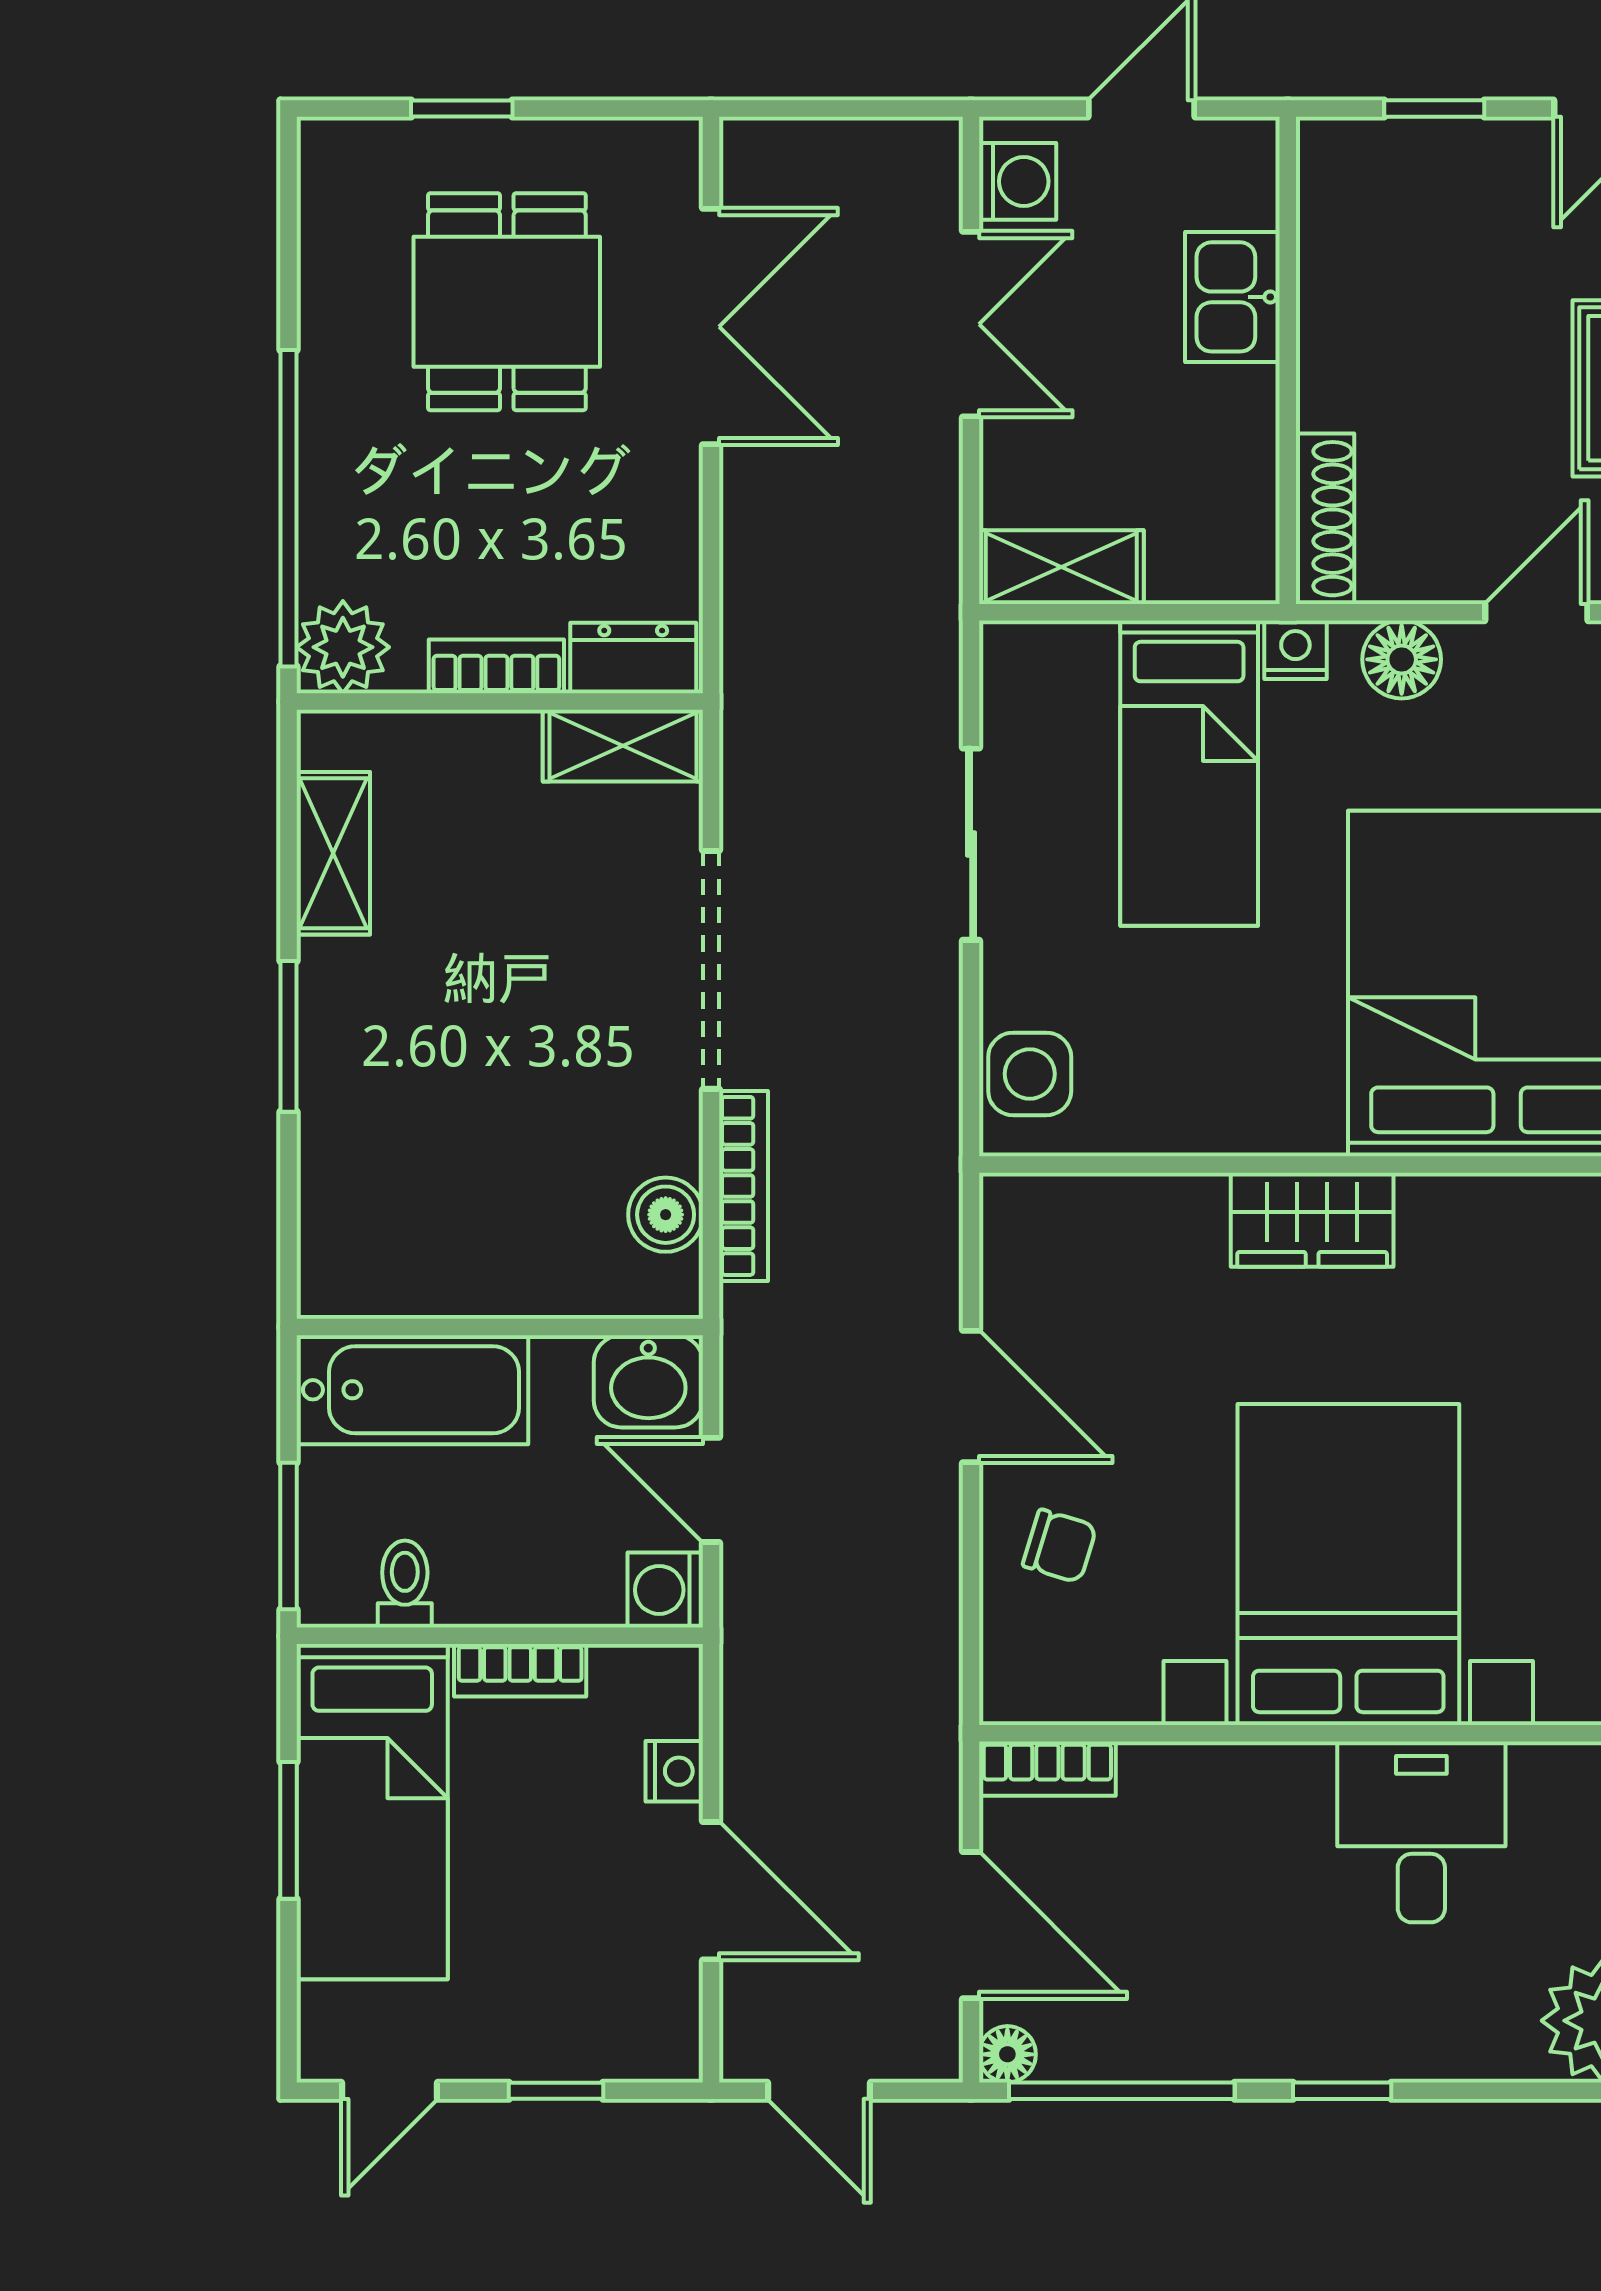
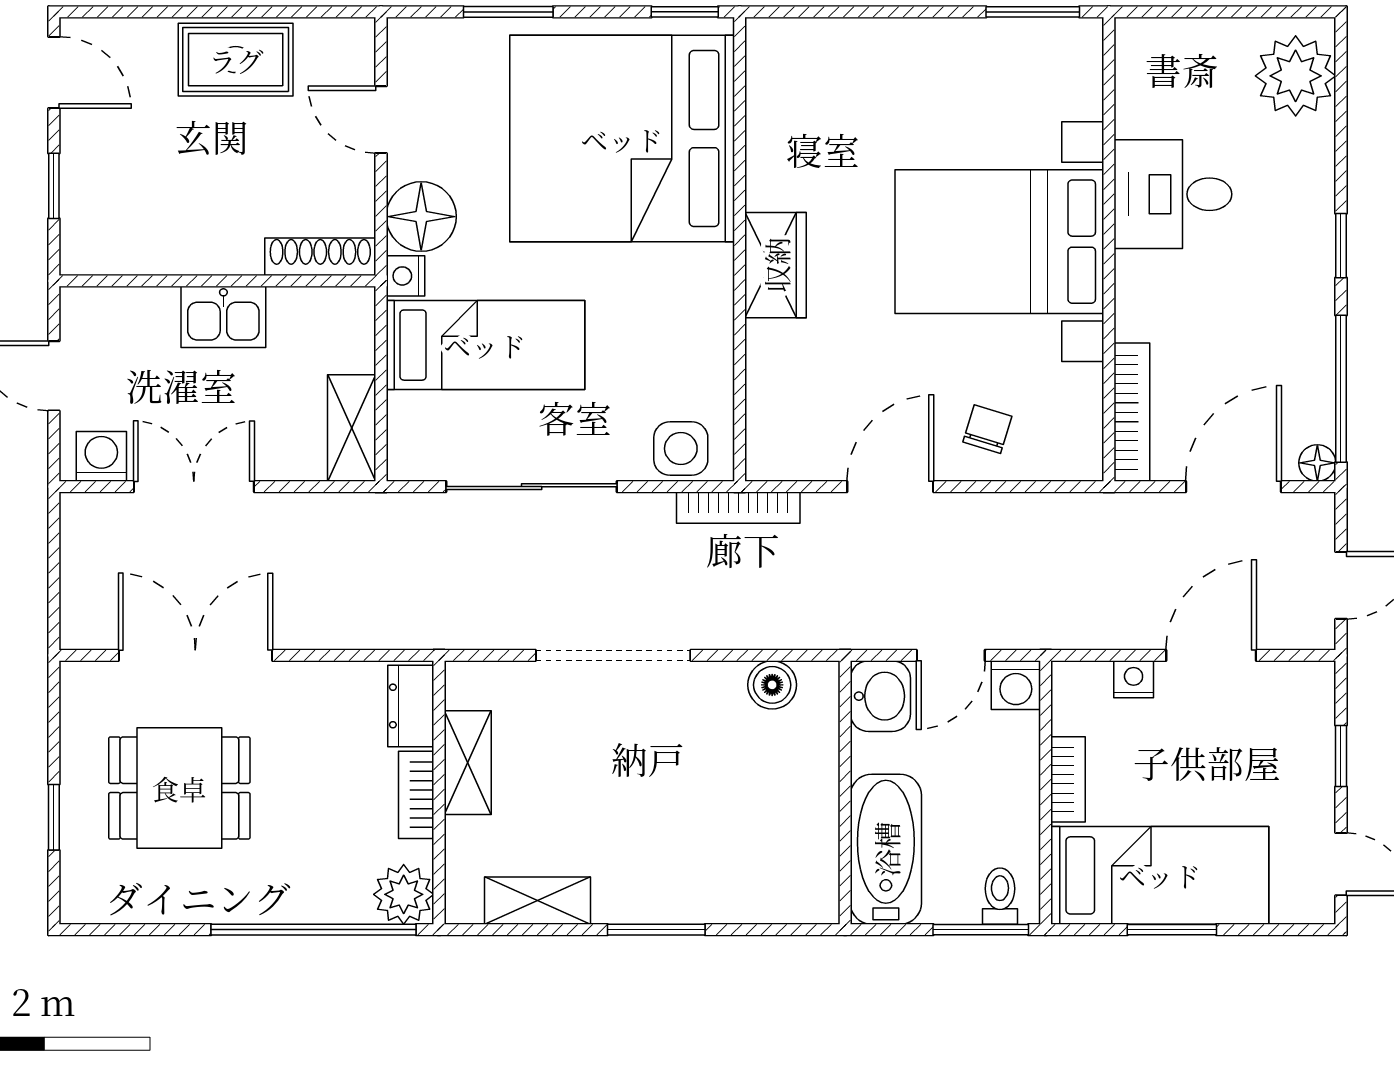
kitchen sink: (1232, 297) -> (223, 317), moved
floor lamp: (1402, 659) -> (421, 217), width x1.38, depth x1.38
shelving: (623, 746) -> (468, 763), moved
sliding door: (971, 844) -> (532, 487), width x1.37
bookcase: (744, 1186) -> (738, 508), moved, turned 180
toilet: (405, 1584) -> (1000, 896), moved, turned 90
bookcase: (1047, 1769) -> (1132, 412), width x1.56

